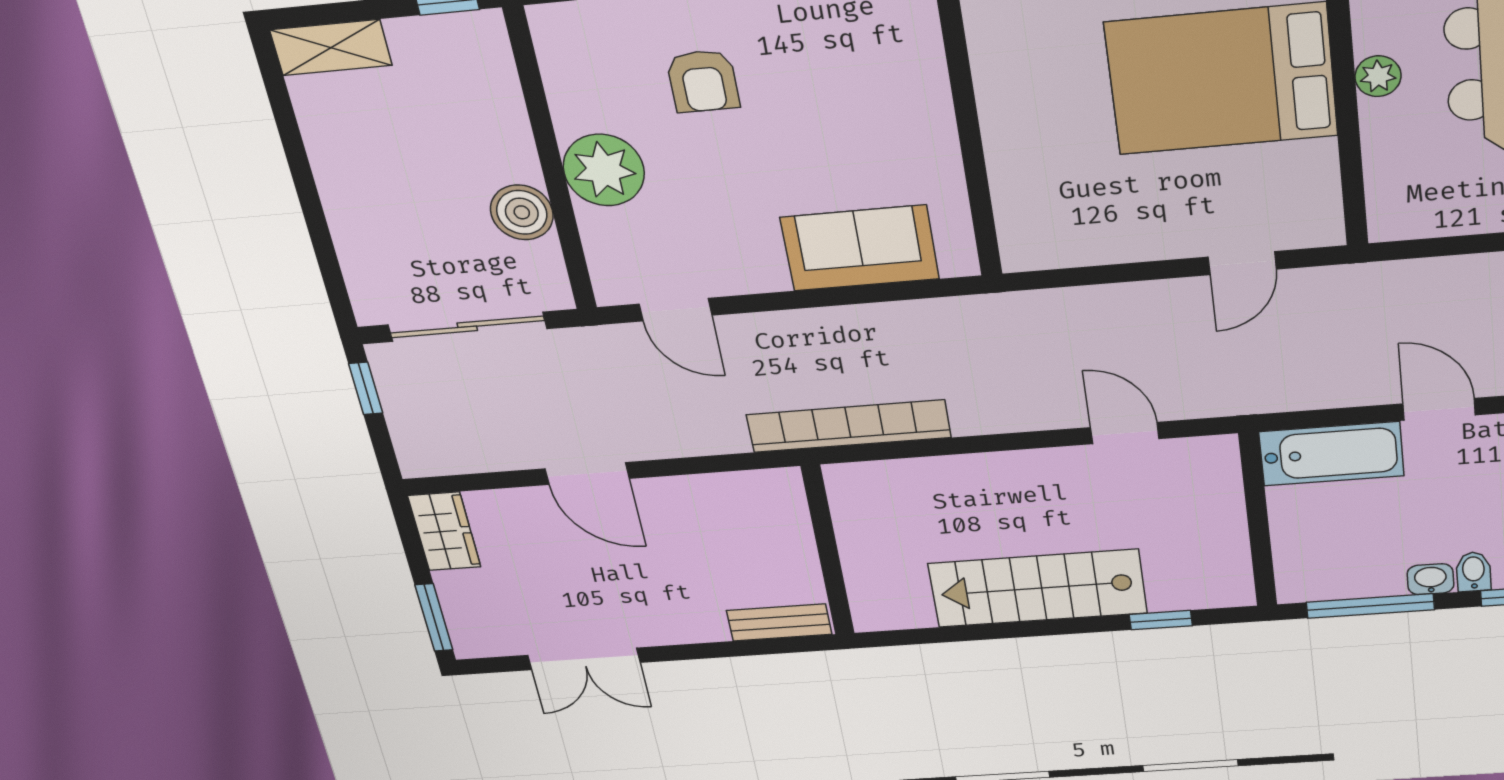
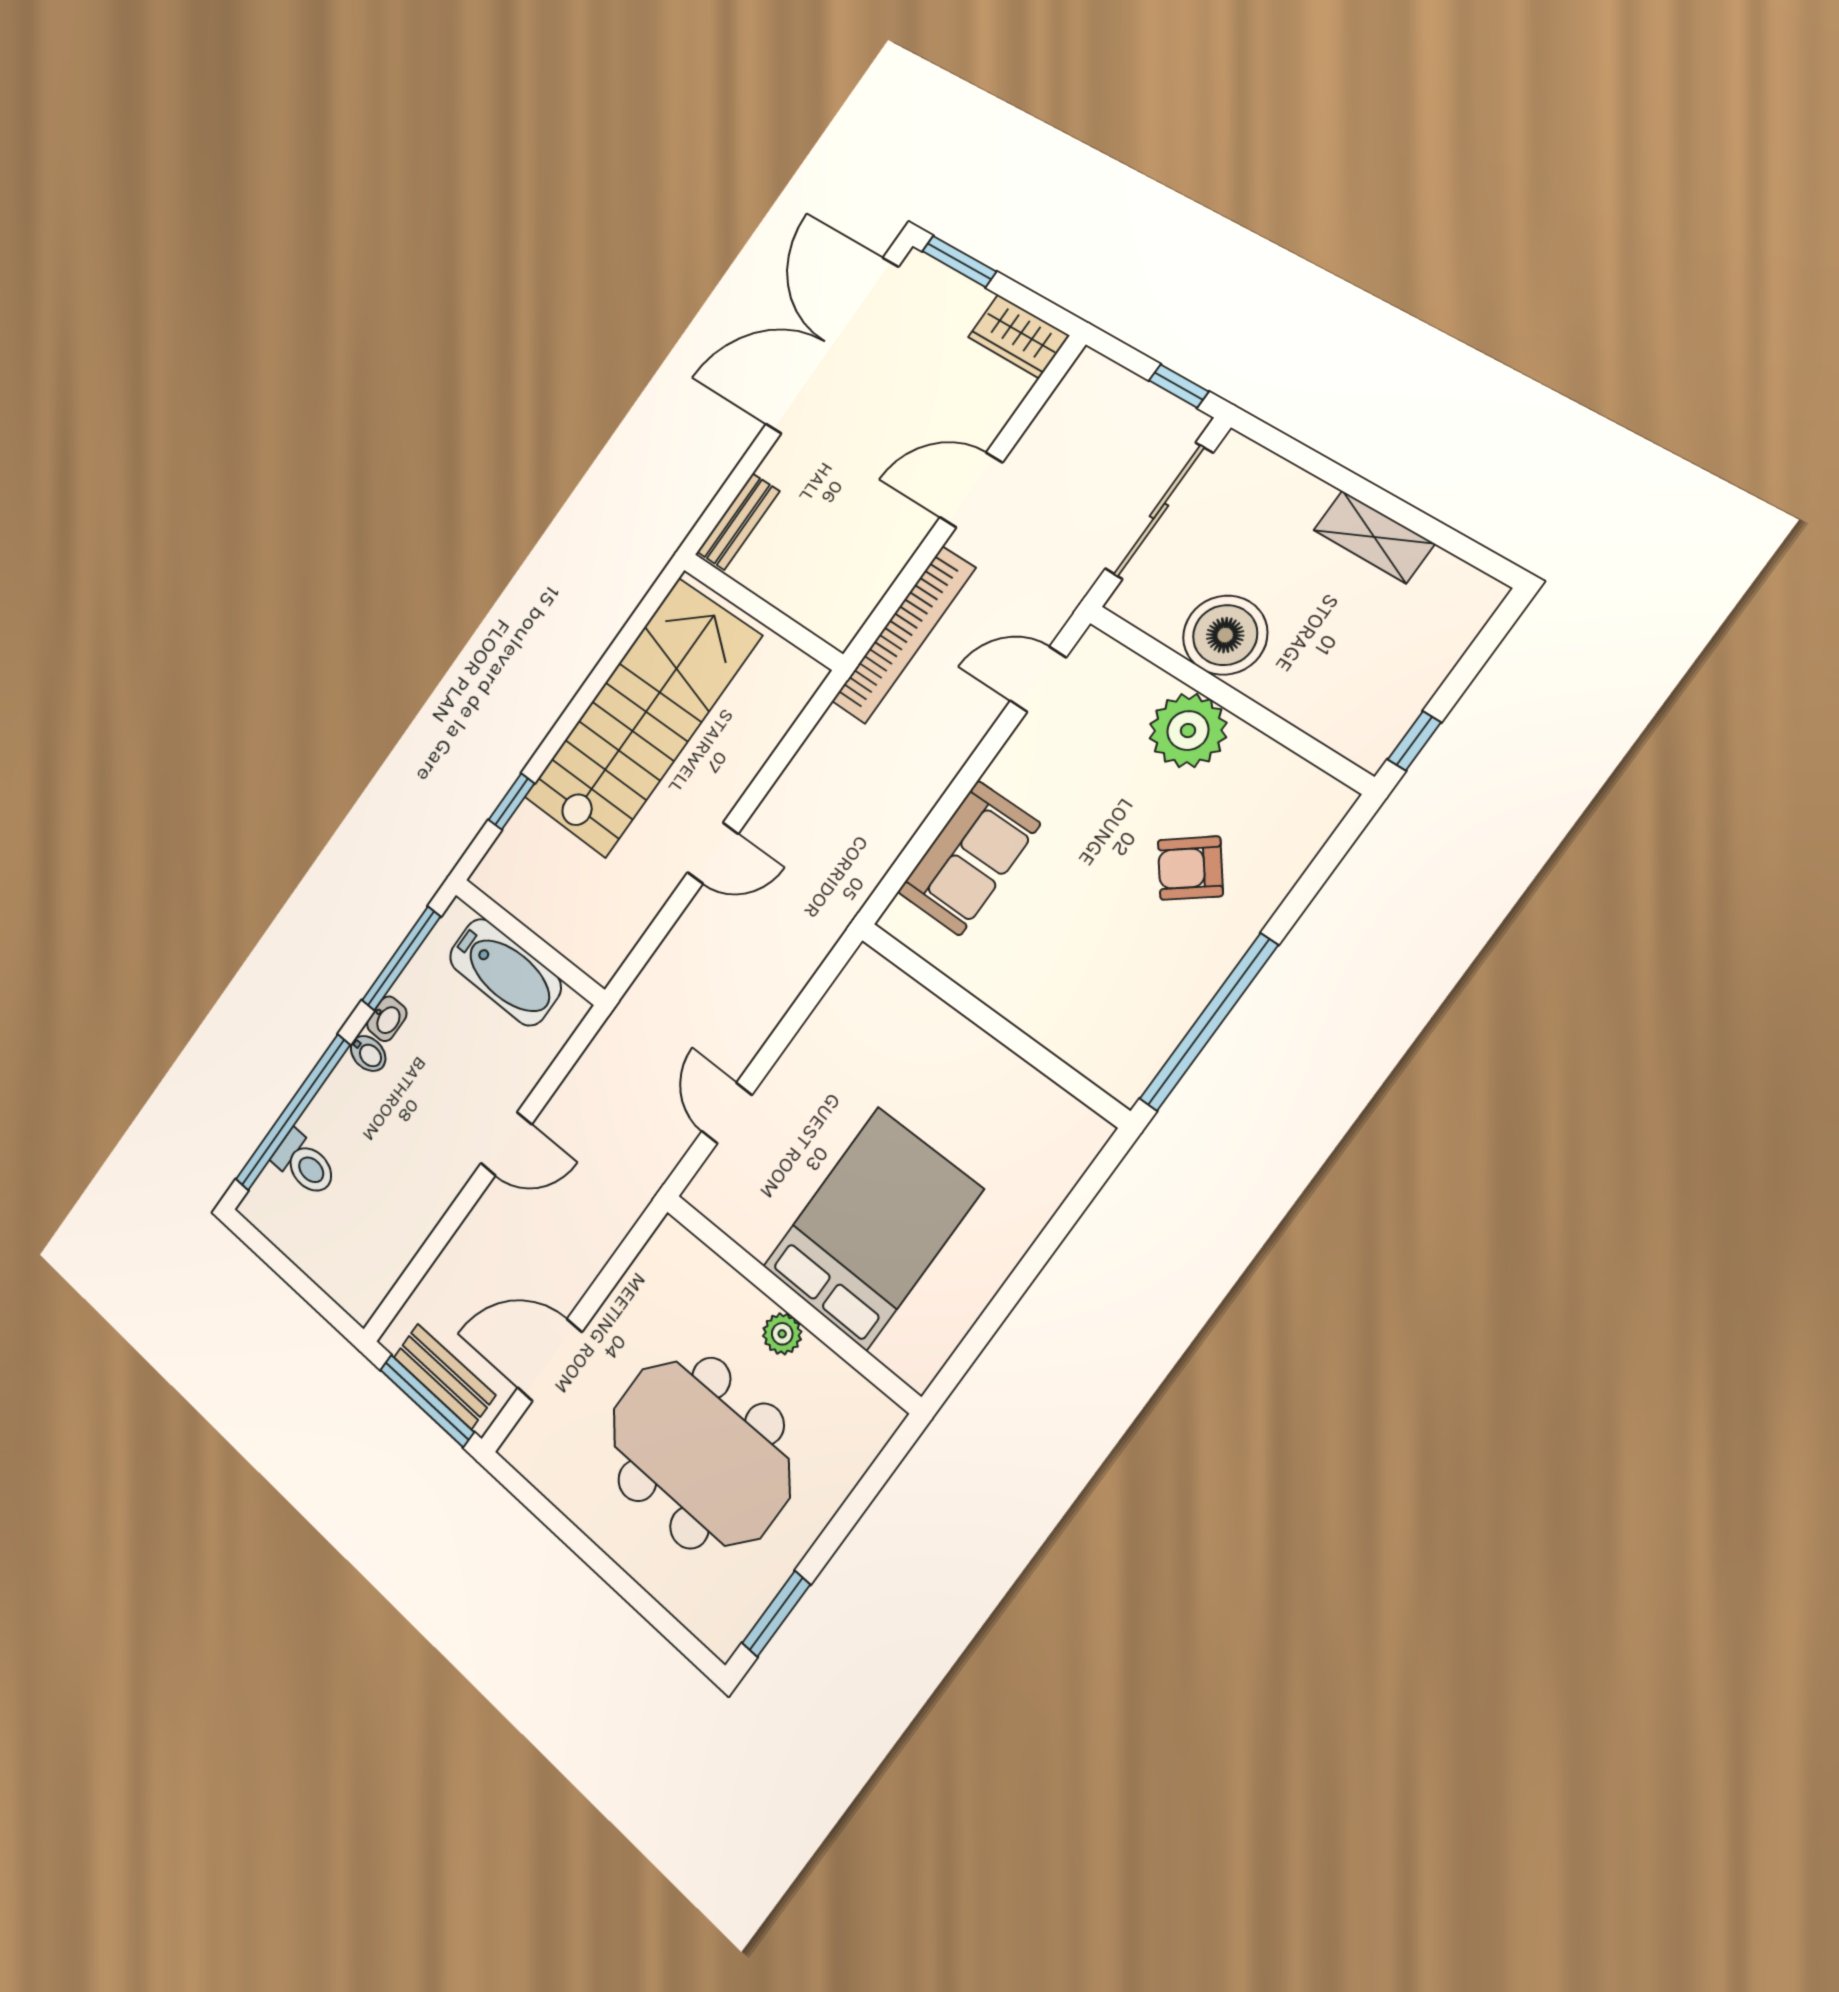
shelving: (331, 48) -> (1374, 537), moved, turned 90
armchair: (703, 81) -> (1190, 868), turned -38
boiler: (522, 212) -> (1225, 635), width x1.37, depth x1.37
bookcase: (849, 426) -> (903, 635), moved
door: (1125, 433) -> (713, 853), moved
bathtub: (1331, 454) -> (505, 972), moved, turned -90
stairs: (1038, 588) -> (642, 717), width x1.36, depth x1.51
double door: (584, 659) -> (832, 346), width x1.87

